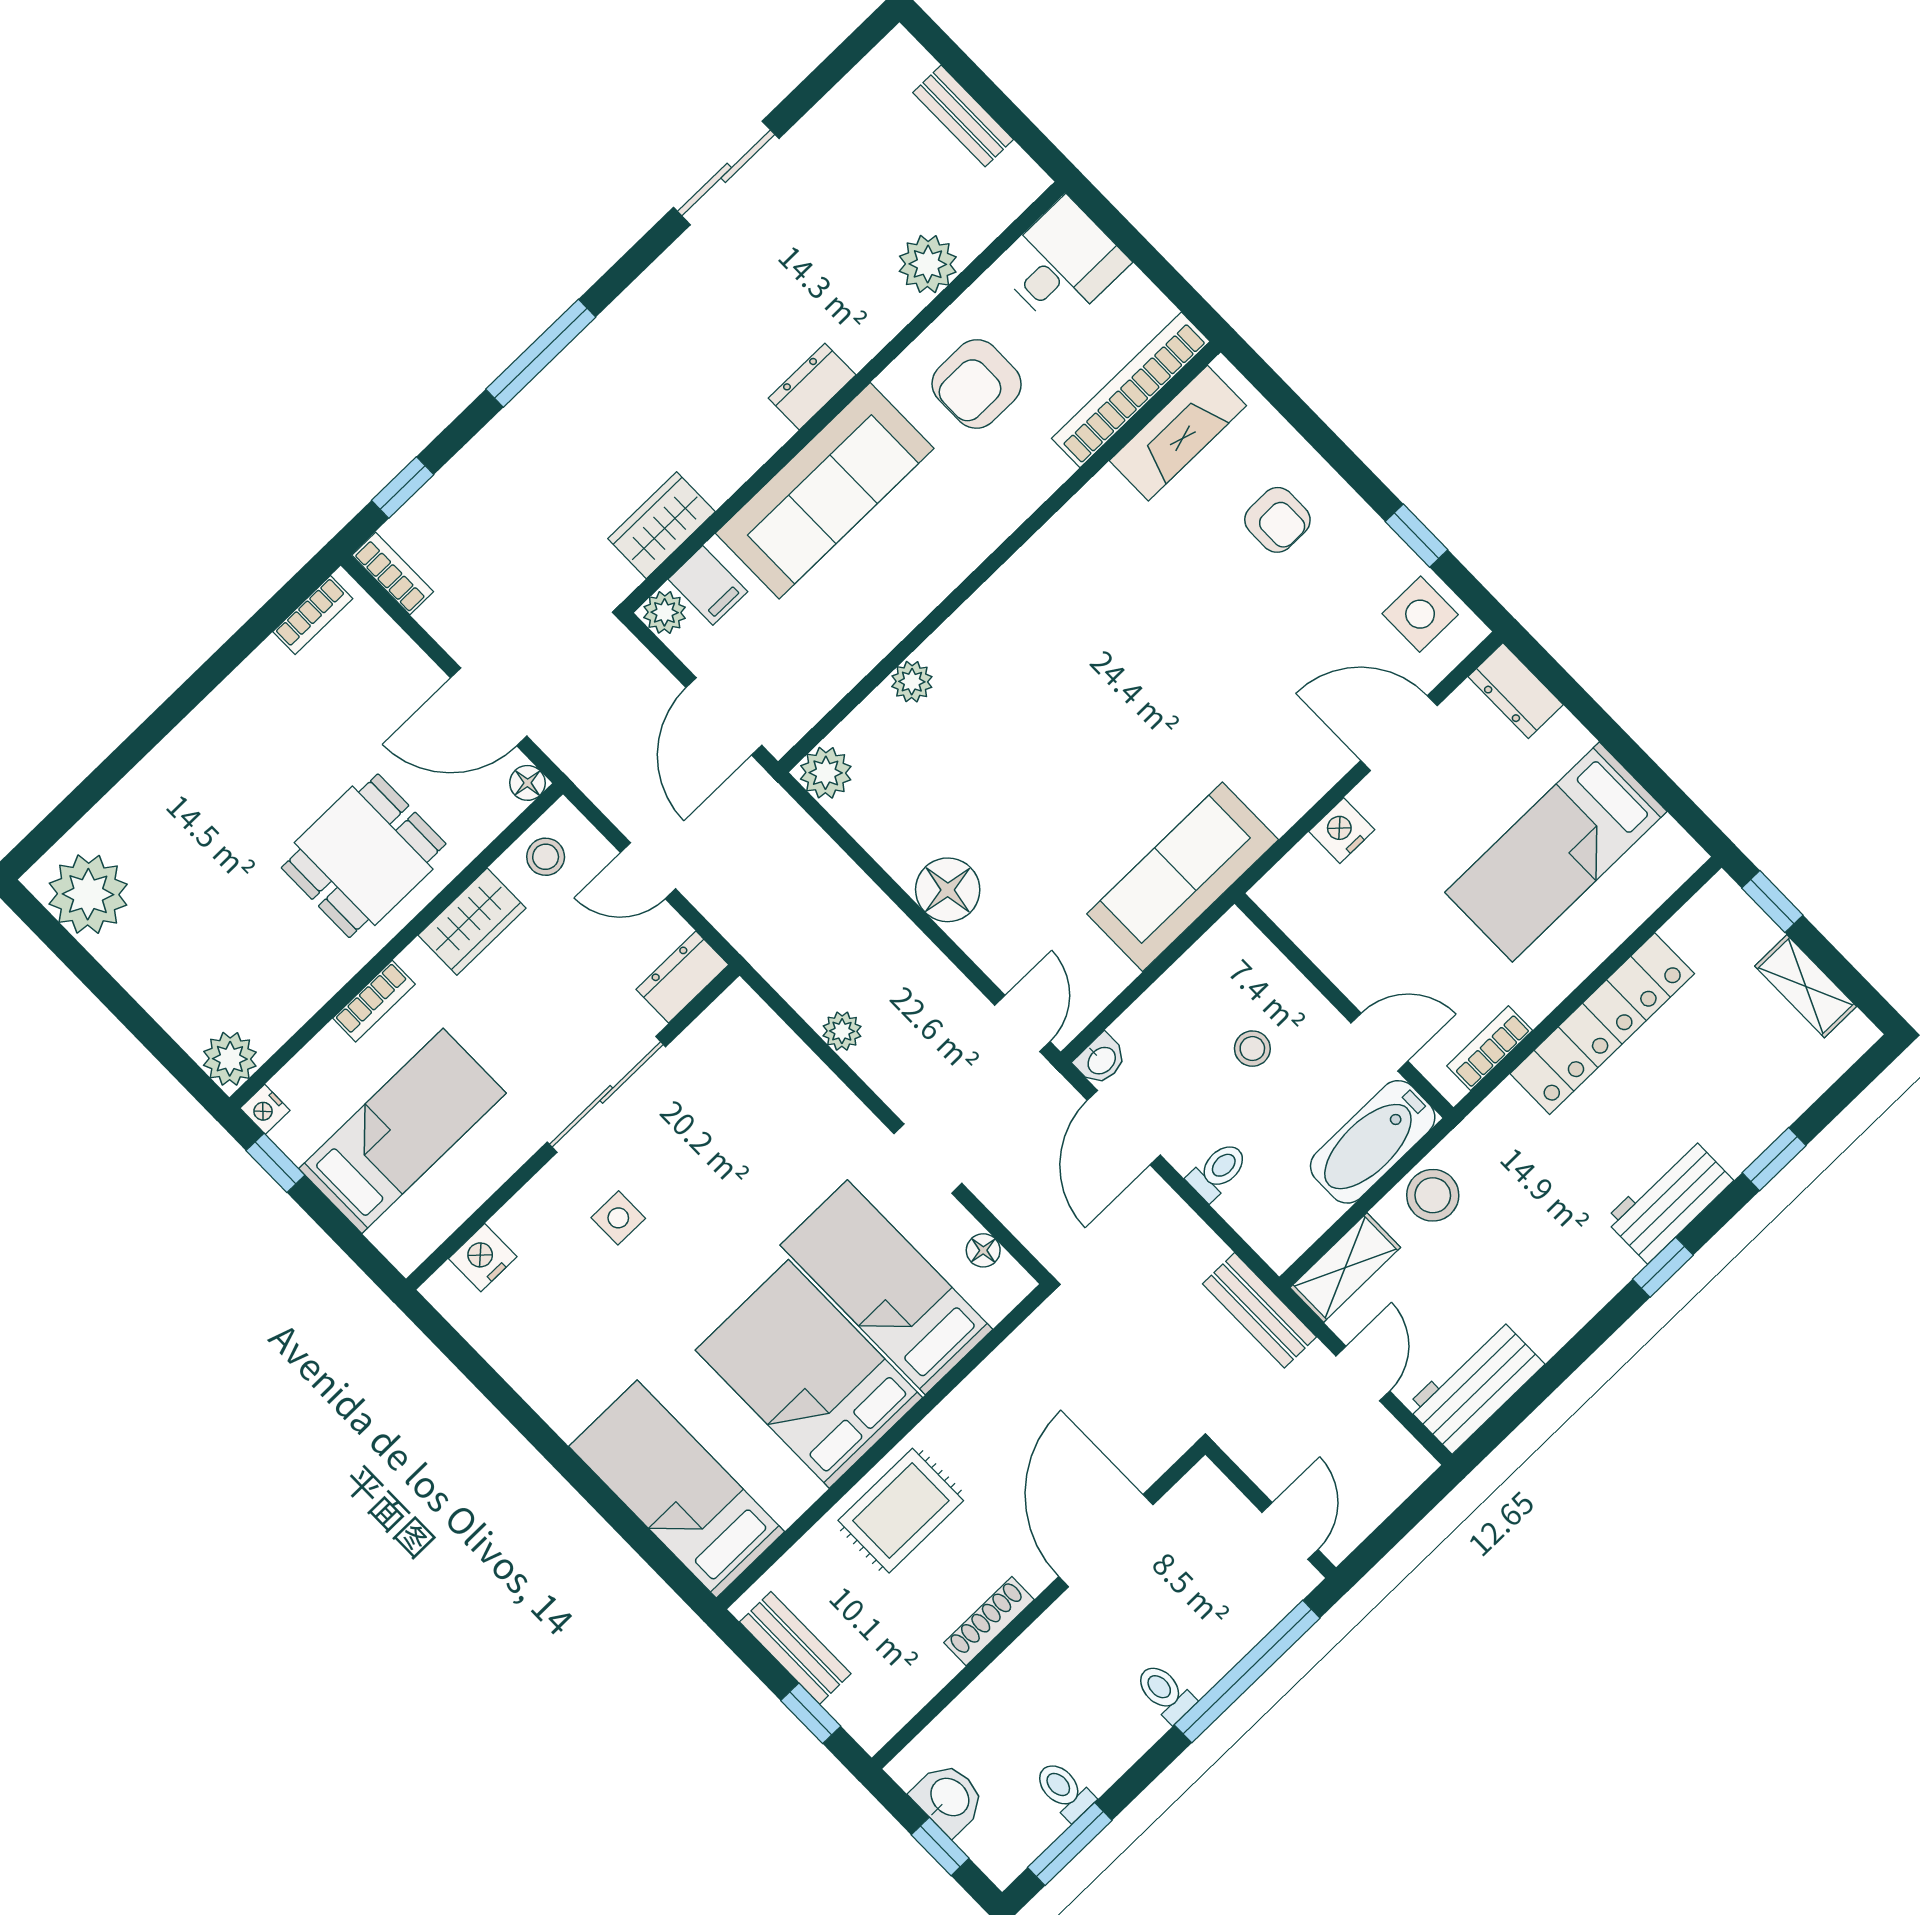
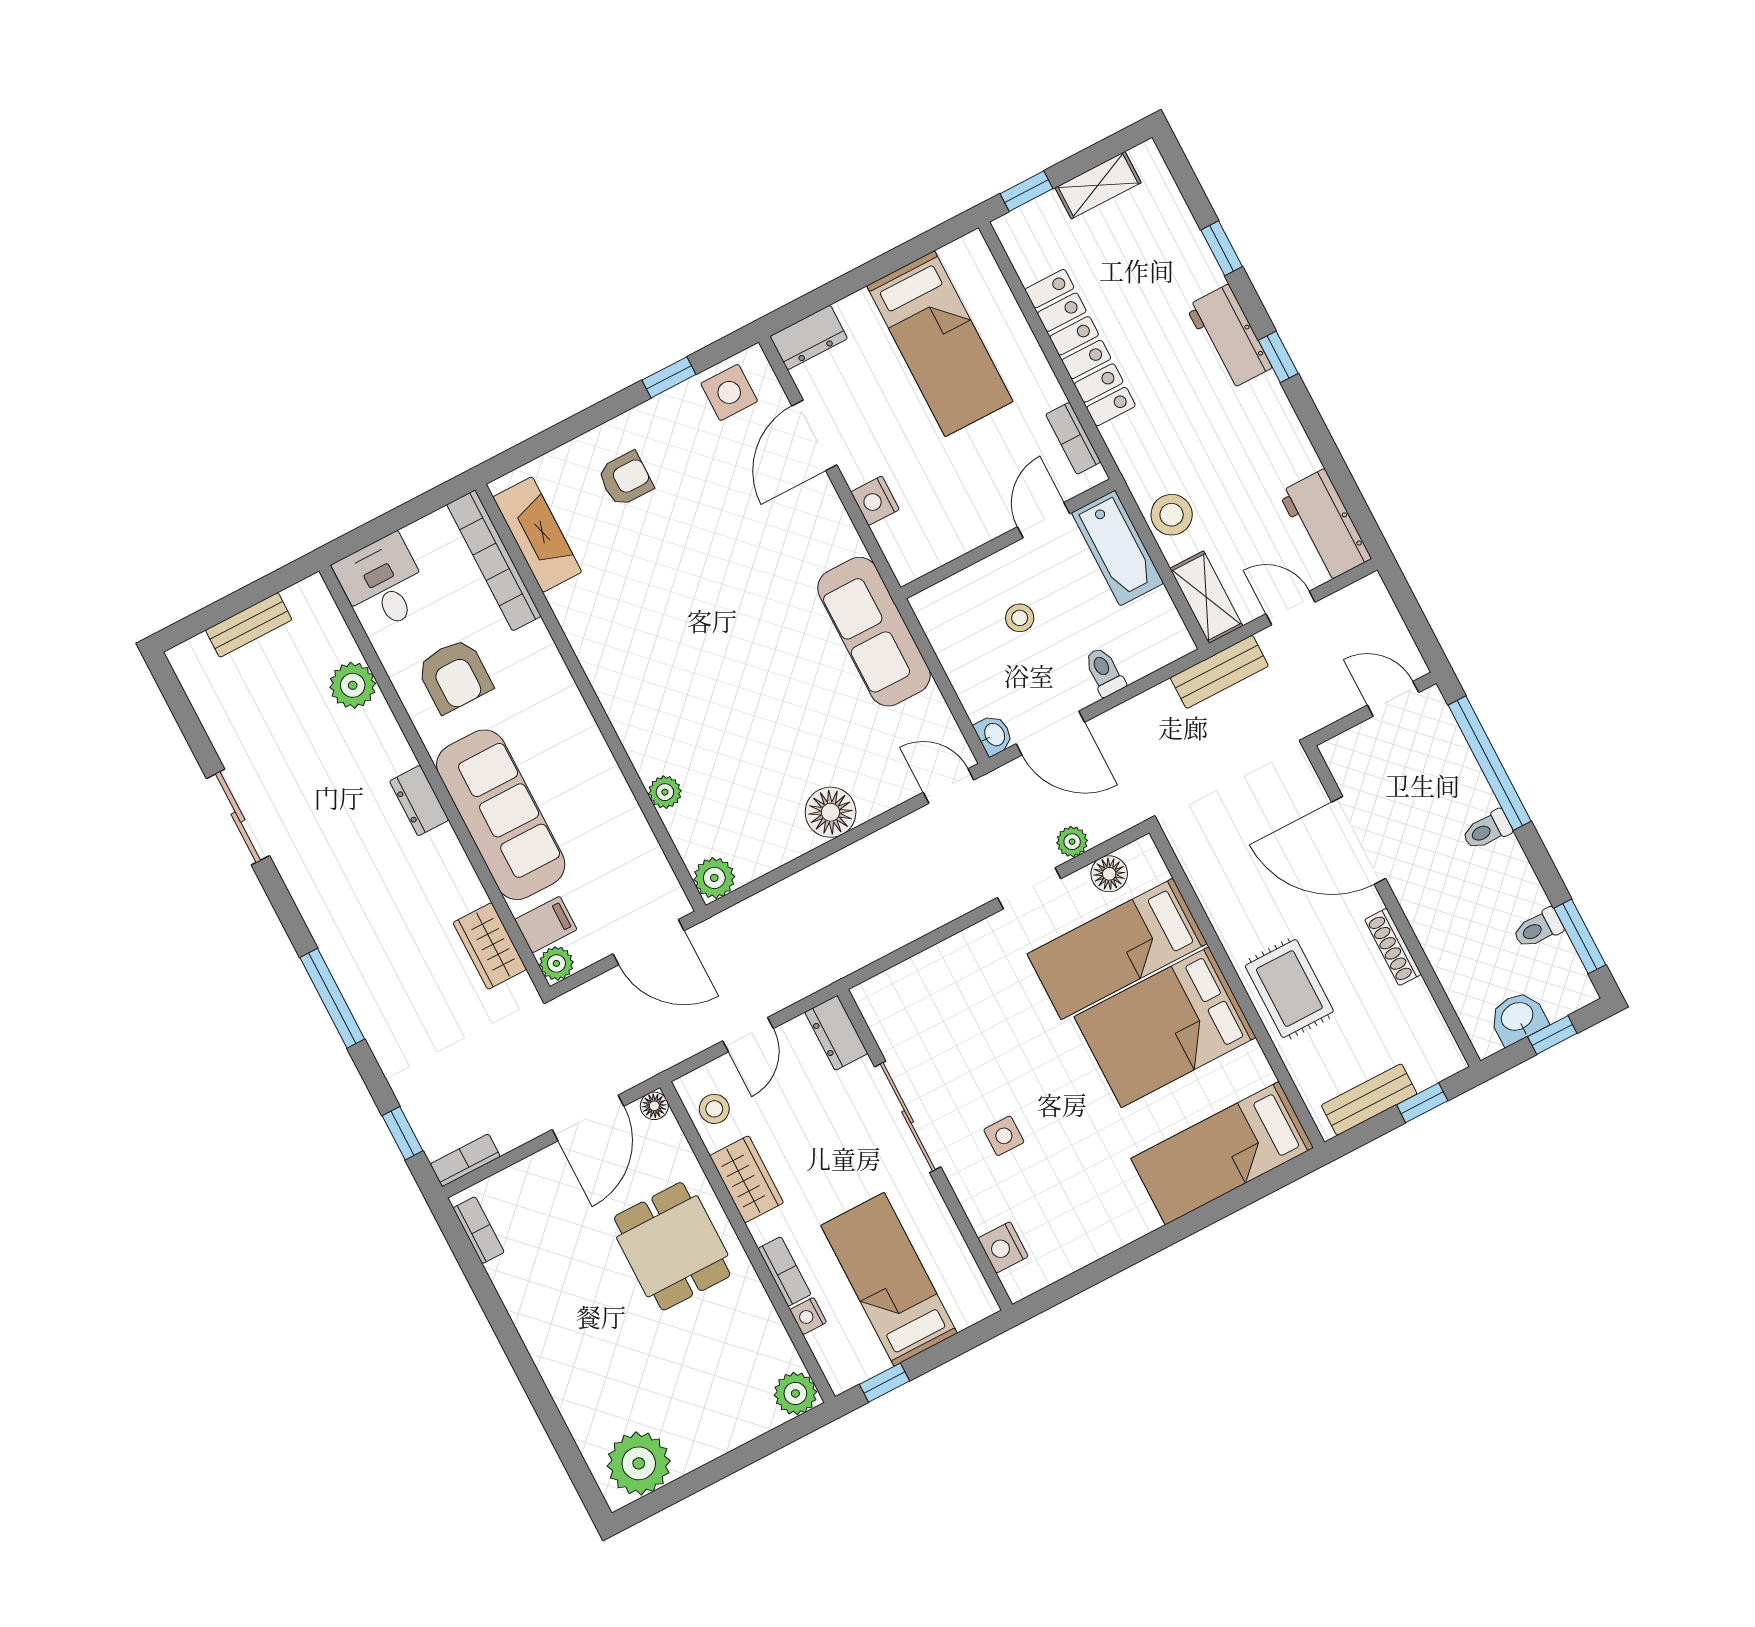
plant: (842, 1031) -> (1072, 842), moved
nightstand: (265, 1109) -> (808, 1316), moved, turned 90
floor lamp: (983, 1250) -> (1109, 874), width x1.37, depth x1.37

